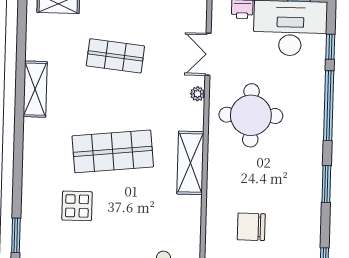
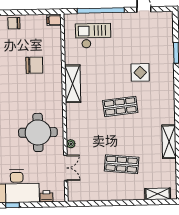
shop shelf: (113, 151) -> (120, 106), width x0.70, depth x0.74
shelving: (190, 163) -> (73, 84), moved

